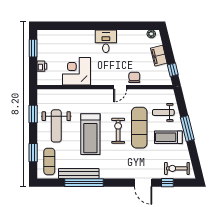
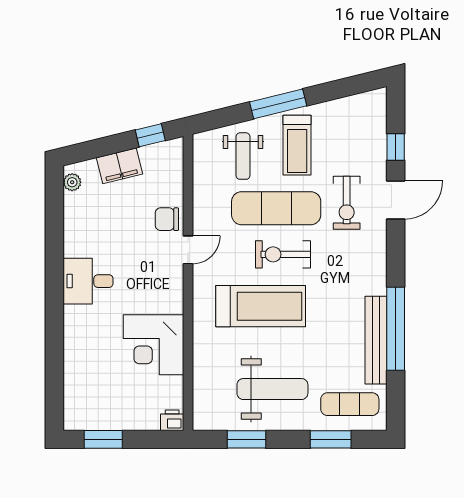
printer: (42, 66) -> (172, 420), moved
door: (120, 87) -> (188, 250), hinge flipped
treadmill: (90, 134) -> (261, 306), moved
exercise bike: (177, 168) -> (347, 203), moved

